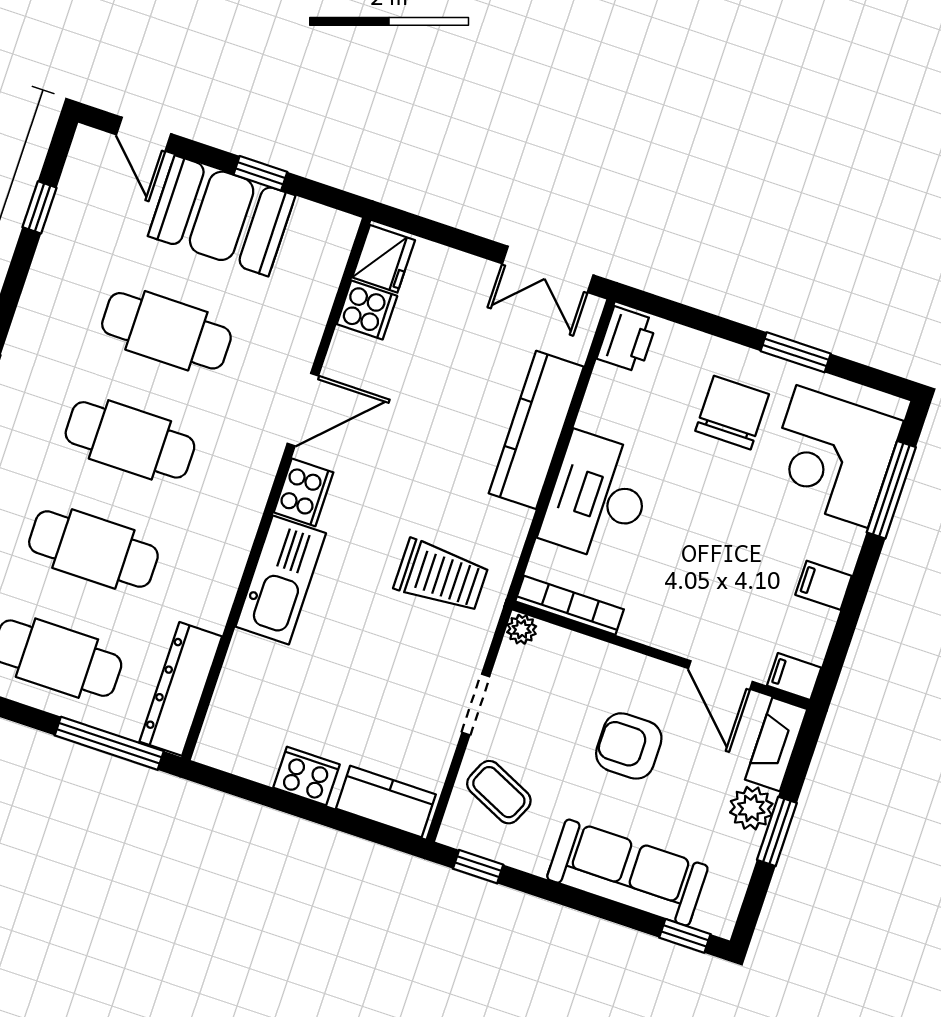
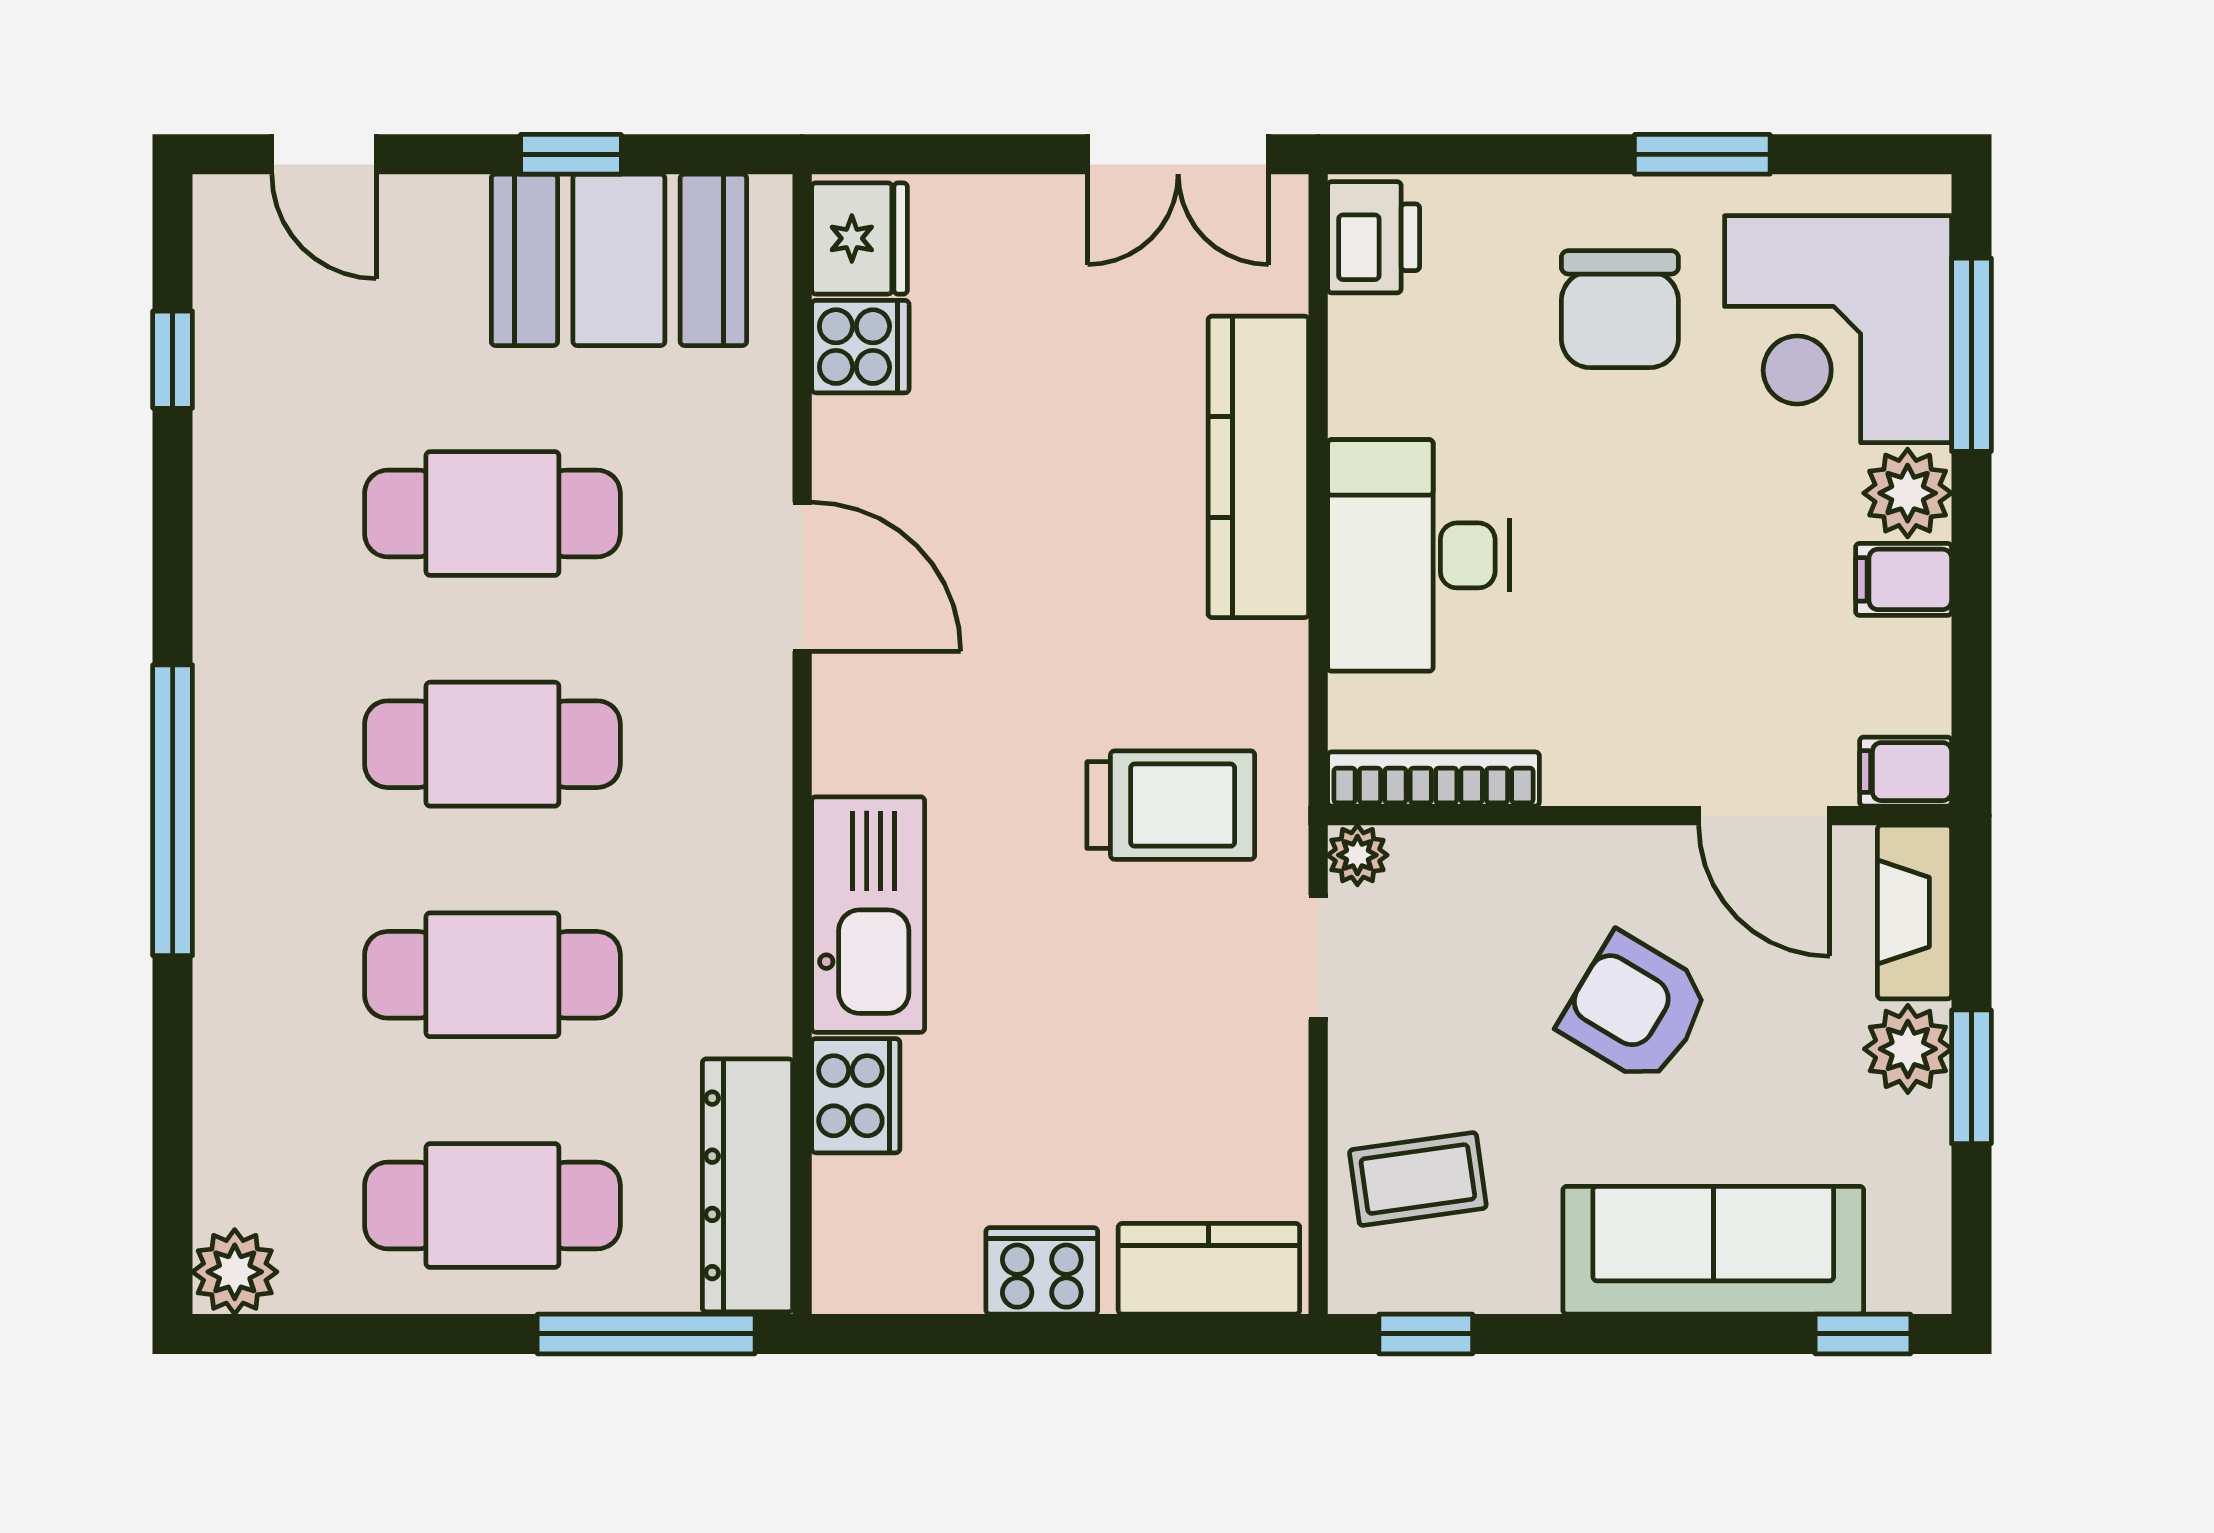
booth: (222, 216) -> (619, 260), moved
door: (303, 410) -> (802, 577), hinge flipped
chair: (732, 413) -> (1620, 309), turned 180
cooker: (304, 492) -> (856, 1096), moved
plant: (839, 545) -> (1908, 493), added
doorway: (476, 704) -> (1318, 957), moved
armchair: (629, 746) -> (1635, 1009), turned 31
coffee table: (499, 792) -> (1418, 1179), turned -33

